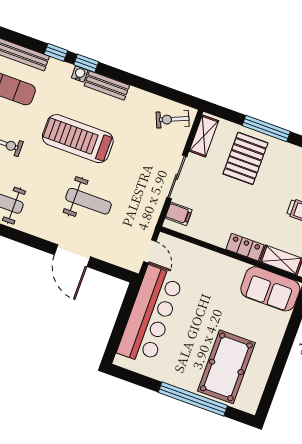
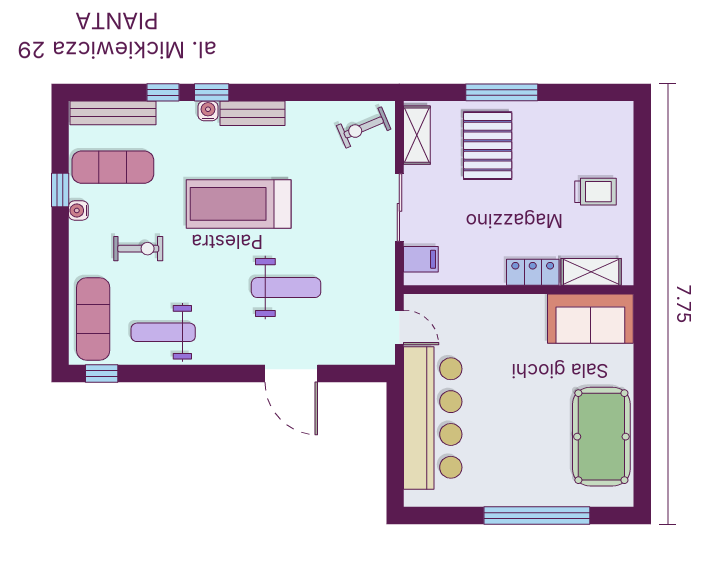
pool table: (226, 367) -> (601, 437), moved

